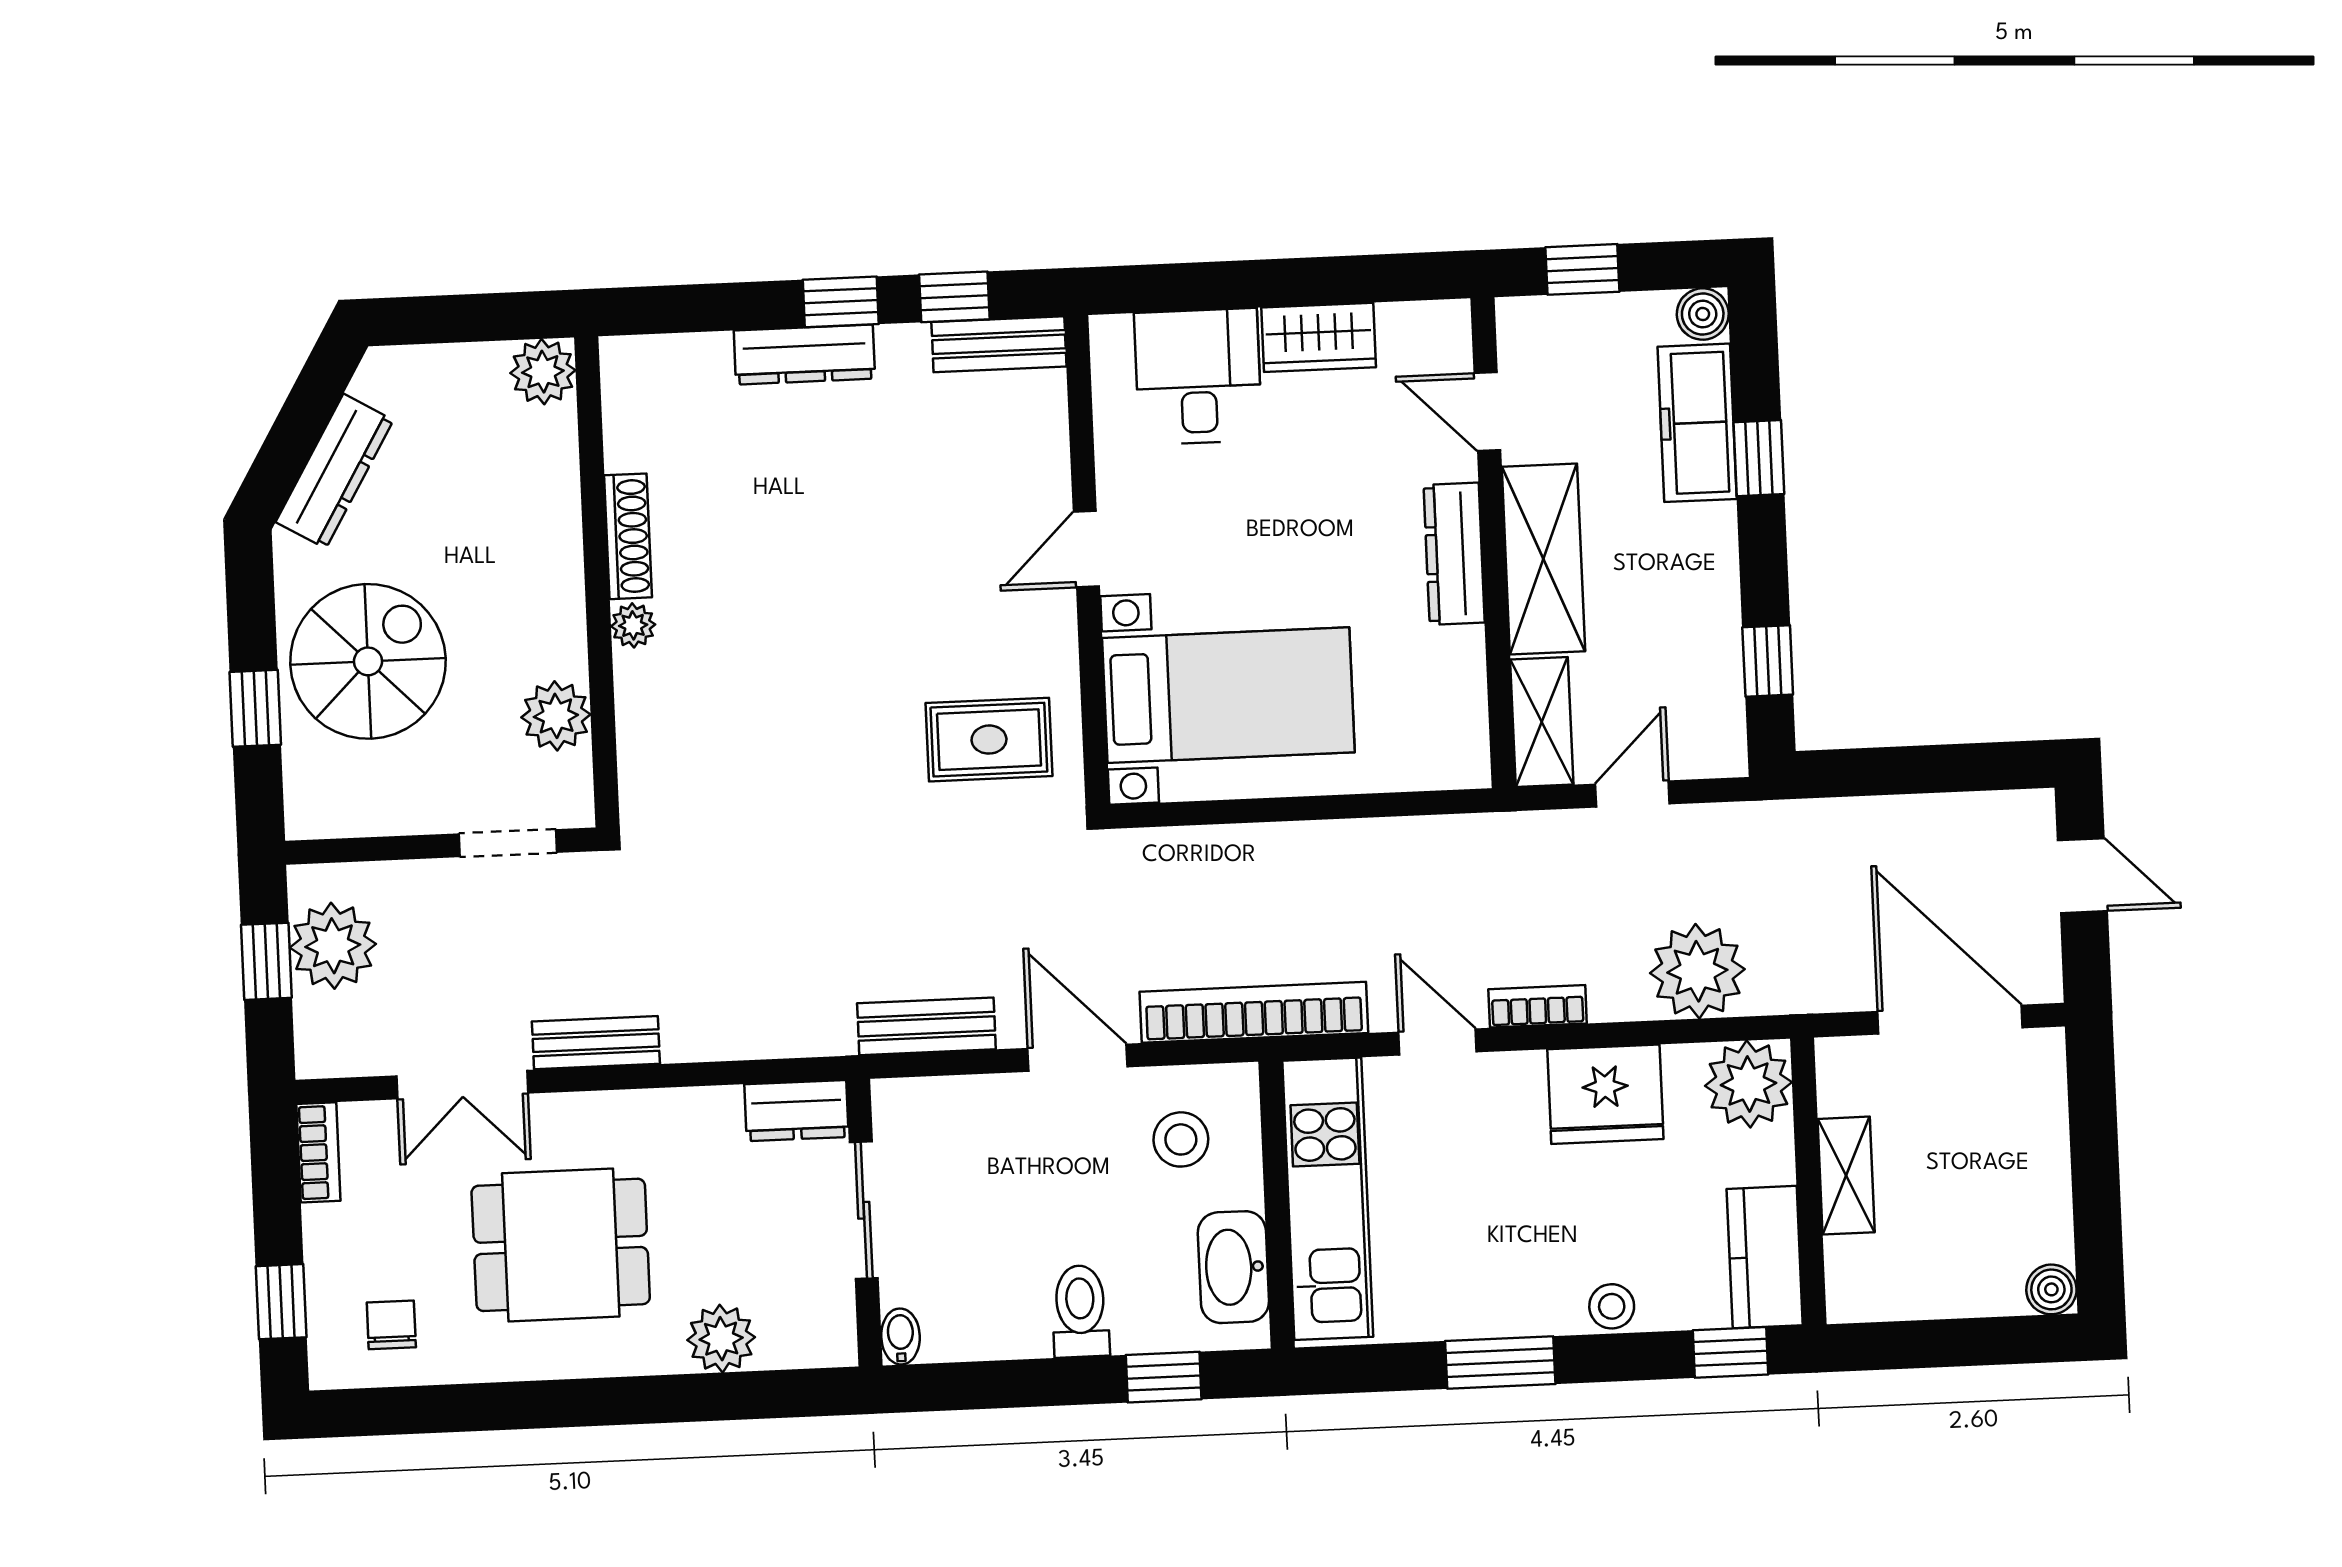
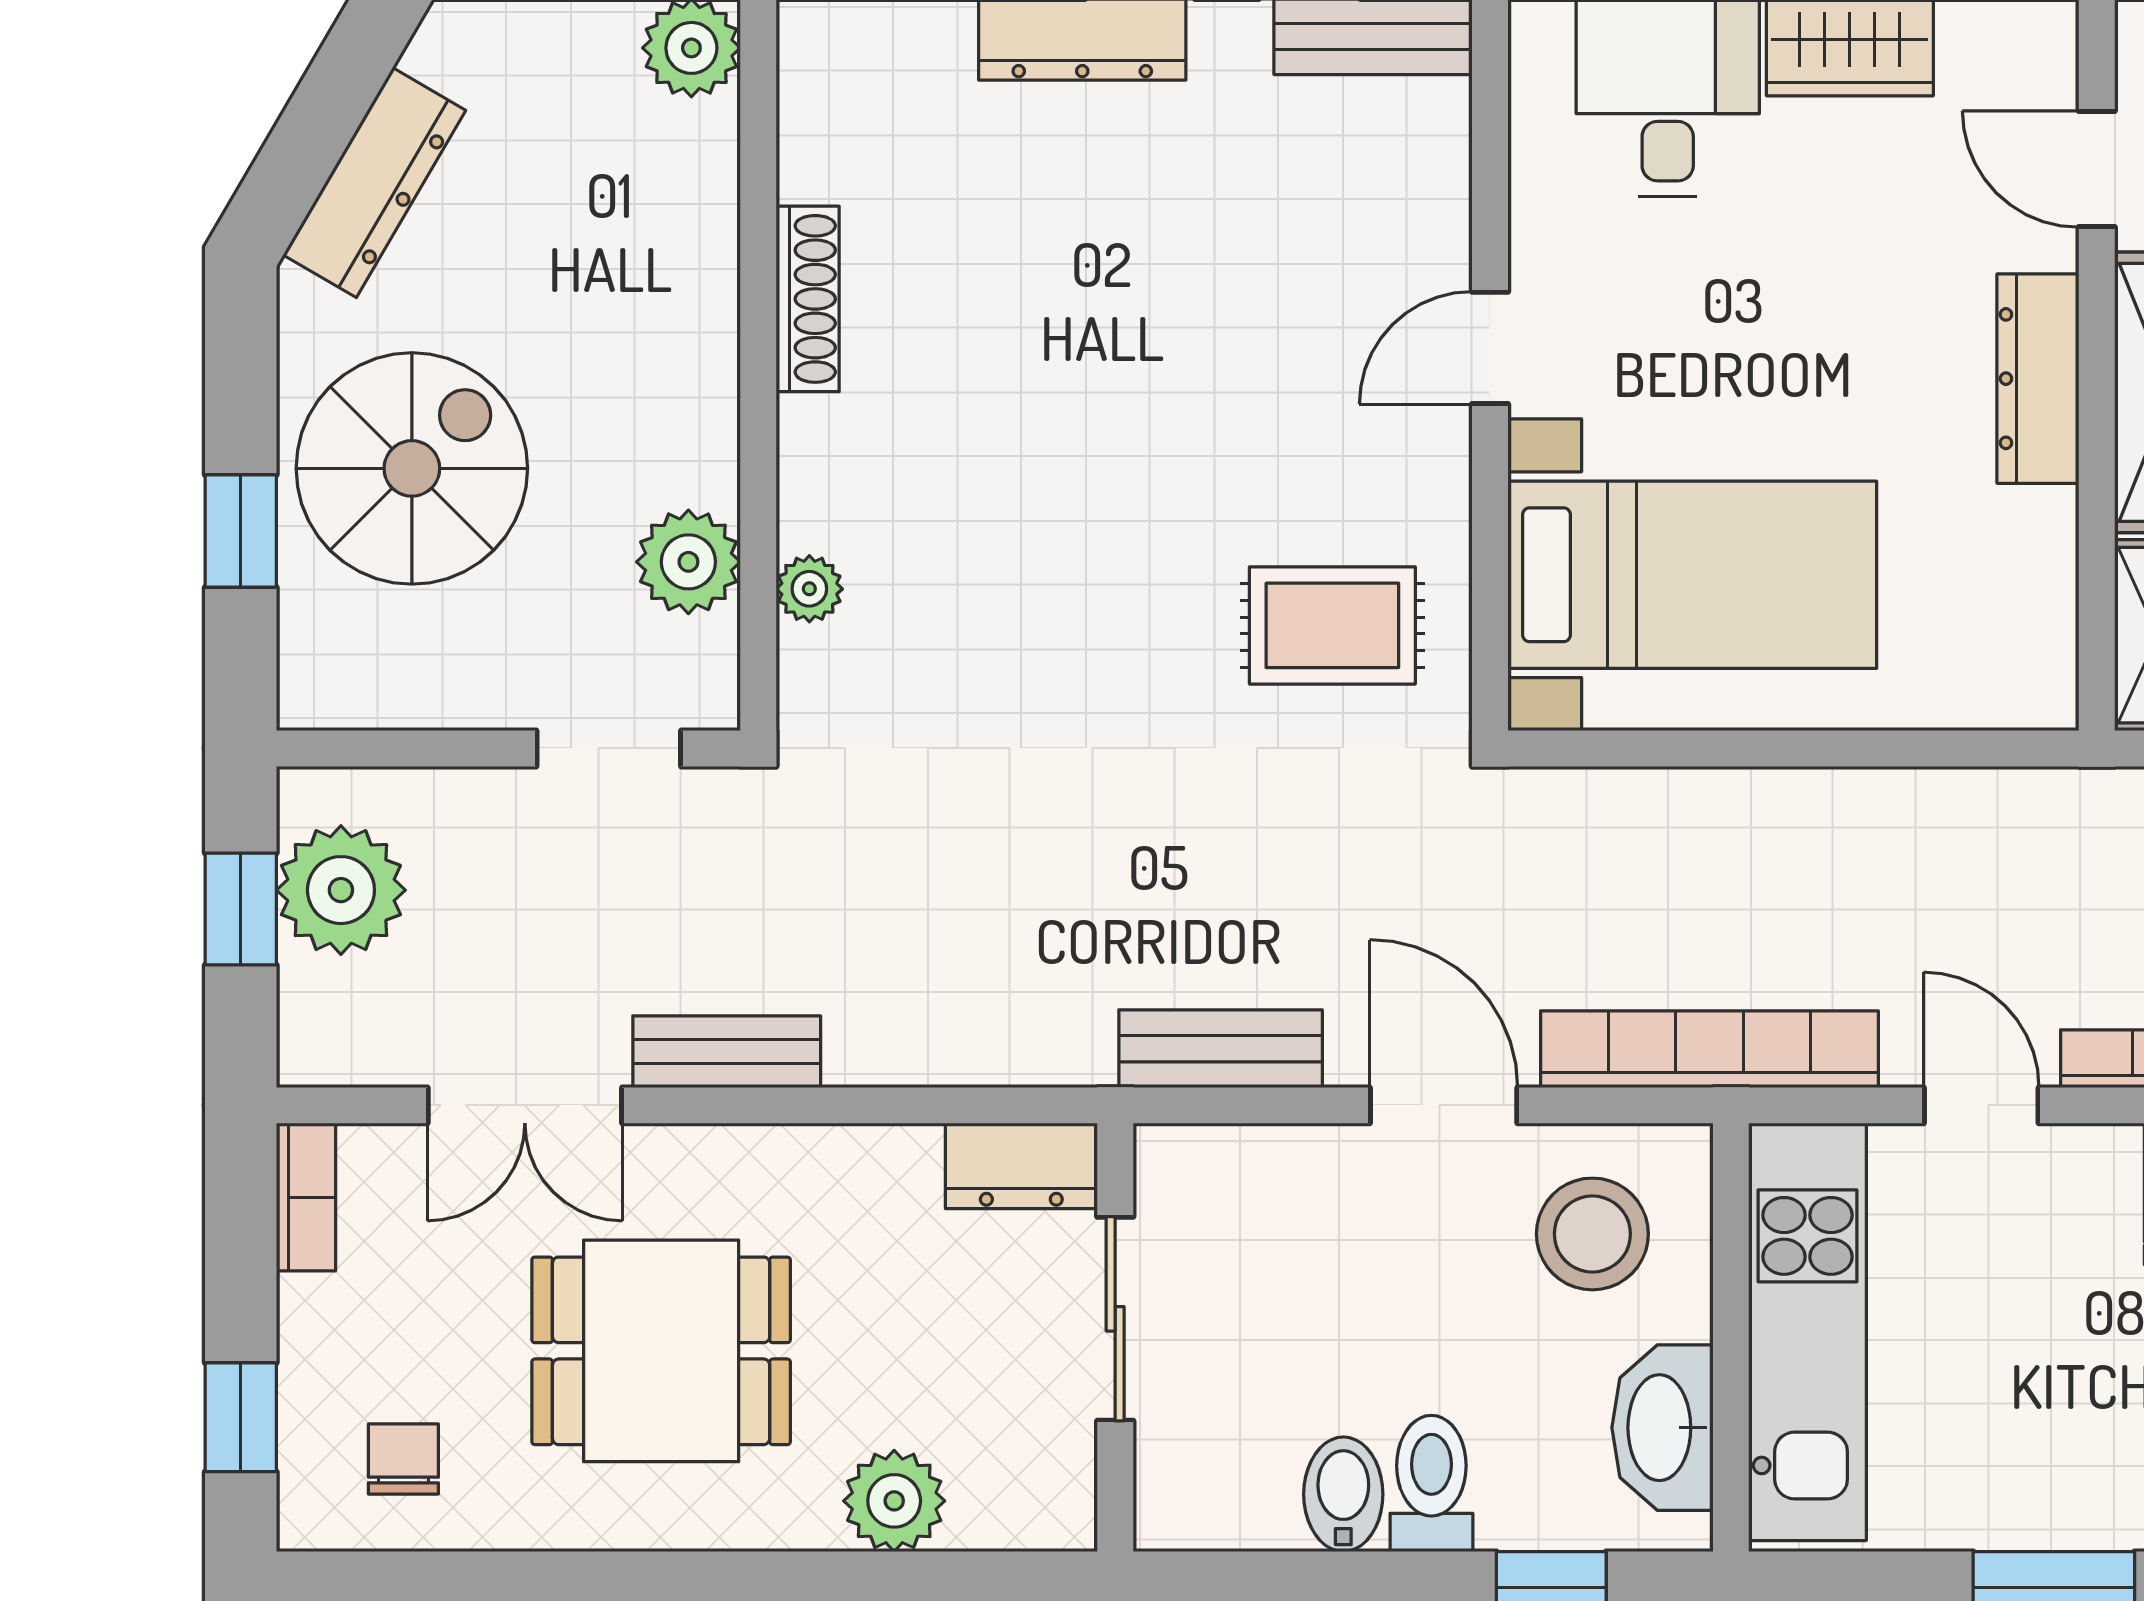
plant: (633, 625) -> (809, 589), moved
stool: (1181, 1139) -> (1592, 1234), width x1.38, depth x1.38
bidet: (900, 1336) -> (1343, 1494), moved, width x1.38, depth x1.36

